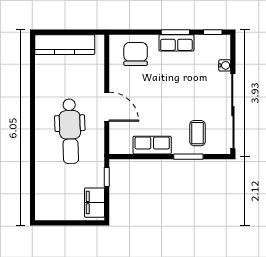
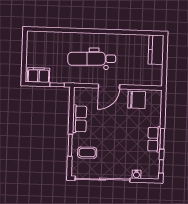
kitchen counter: (65, 45) -> (156, 50), width x0.67
chair: (136, 54) -> (137, 100), moved

